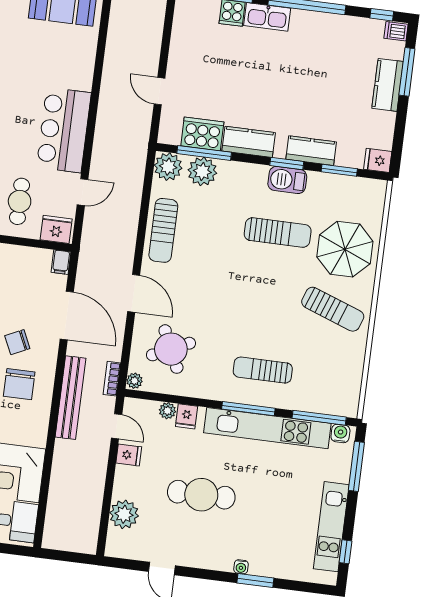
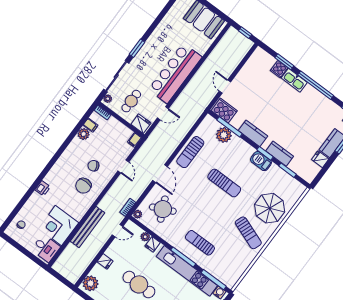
bar counter: (64, 130) -> (175, 73), width x1.36
cooker: (202, 134) -> (224, 111), moved
fridge: (378, 160) -> (320, 159), moved
plant: (168, 167) -> (209, 124), removed
sun lounger: (278, 233) -> (224, 183), moved
door: (67, 316) -> (123, 166), width x0.53
bench: (71, 398) -> (88, 227), moved
door: (117, 426) -> (117, 231), hinge flipped
fridge: (129, 455) -> (105, 261), moved
plant: (124, 514) -> (91, 283), moved

